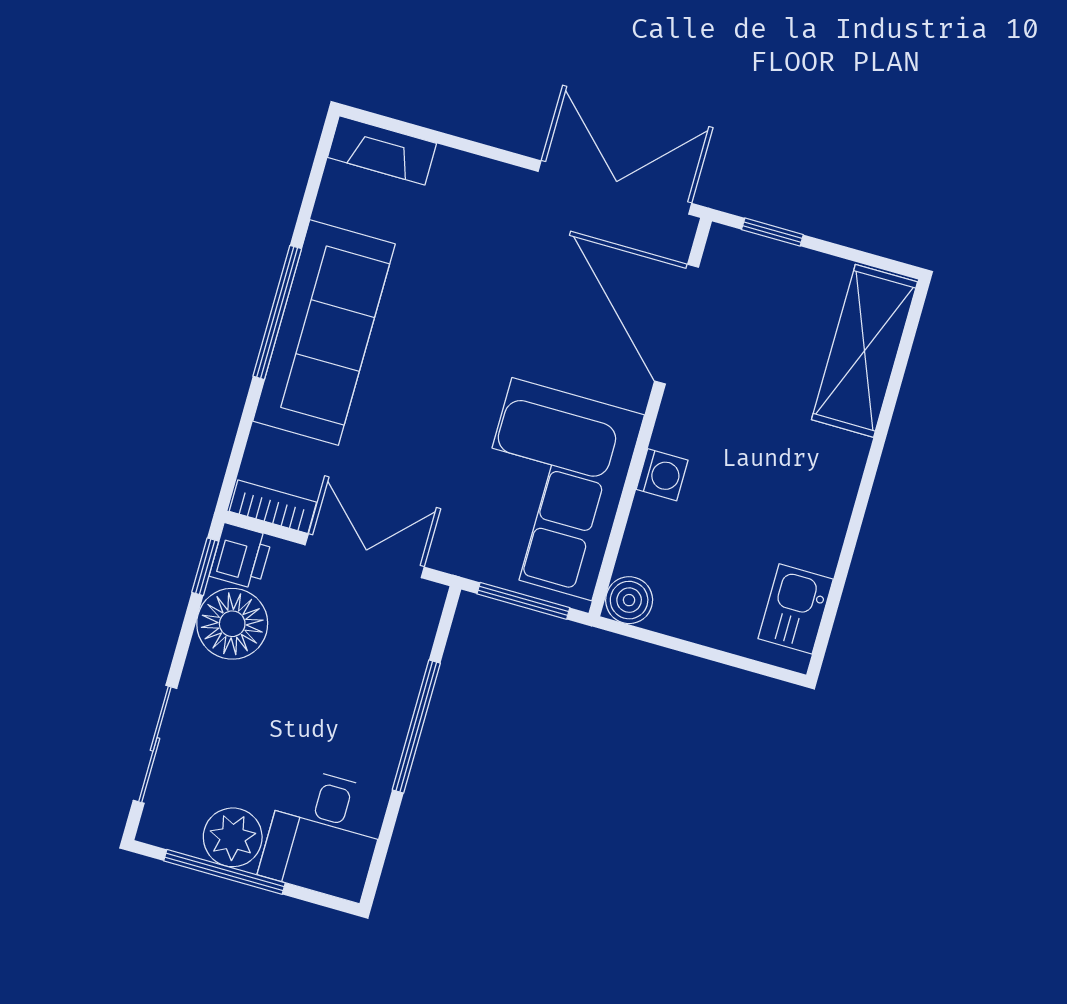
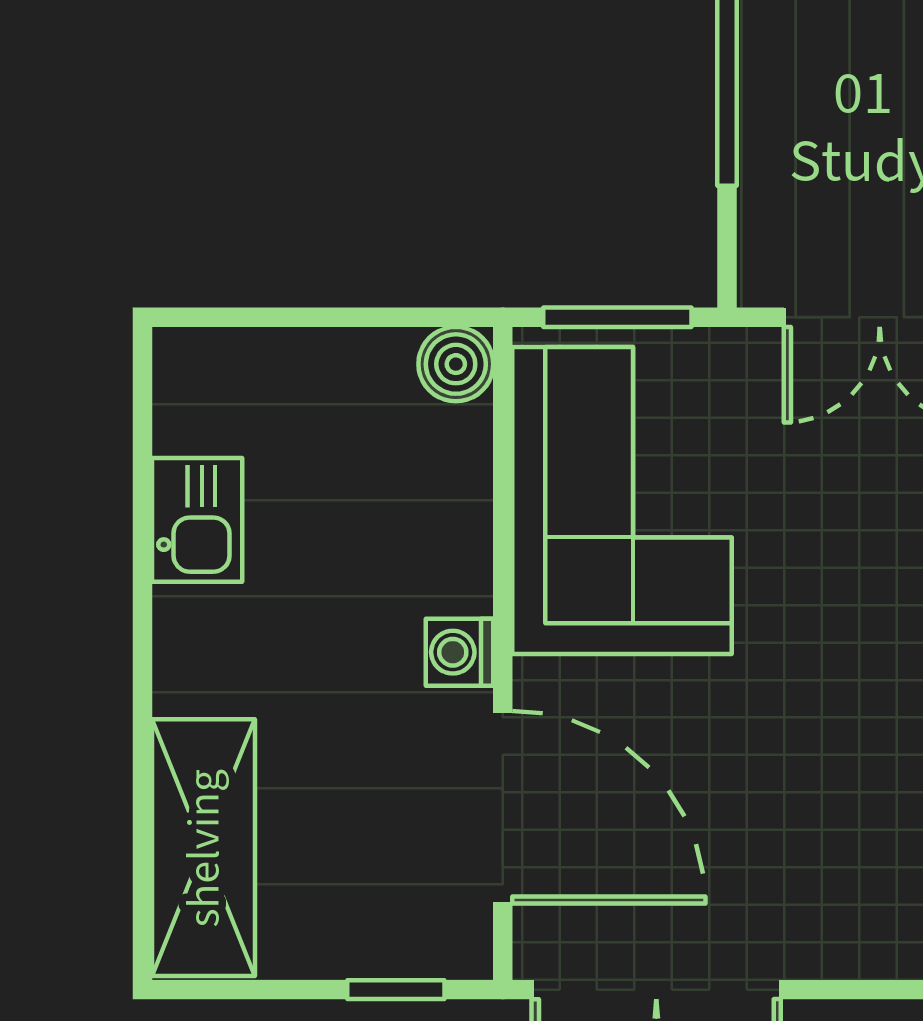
washing machine: (662, 475) -> (459, 652), moved
kitchen sink: (796, 609) -> (197, 520), moved

